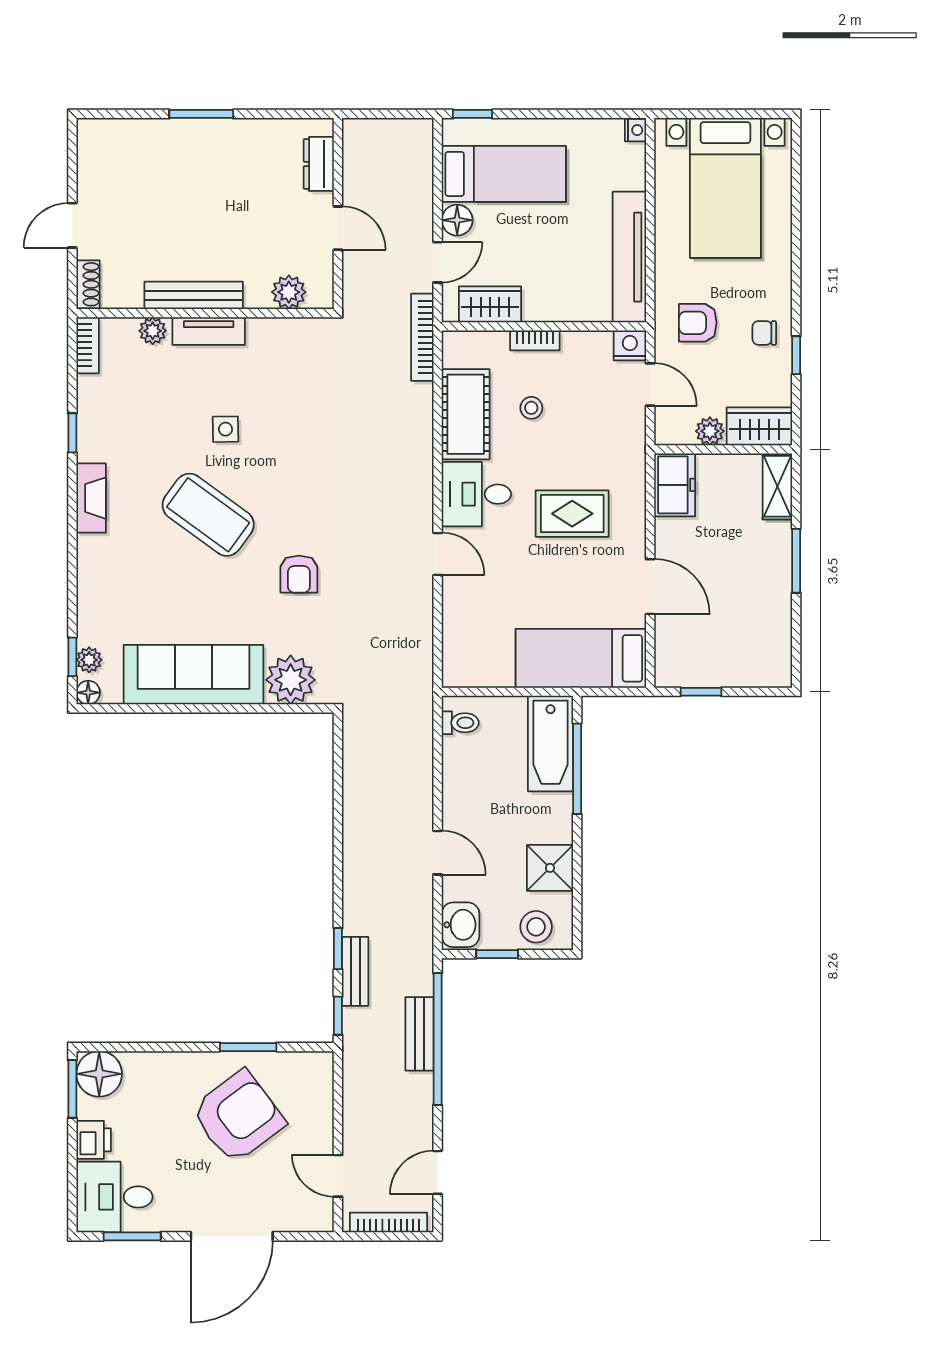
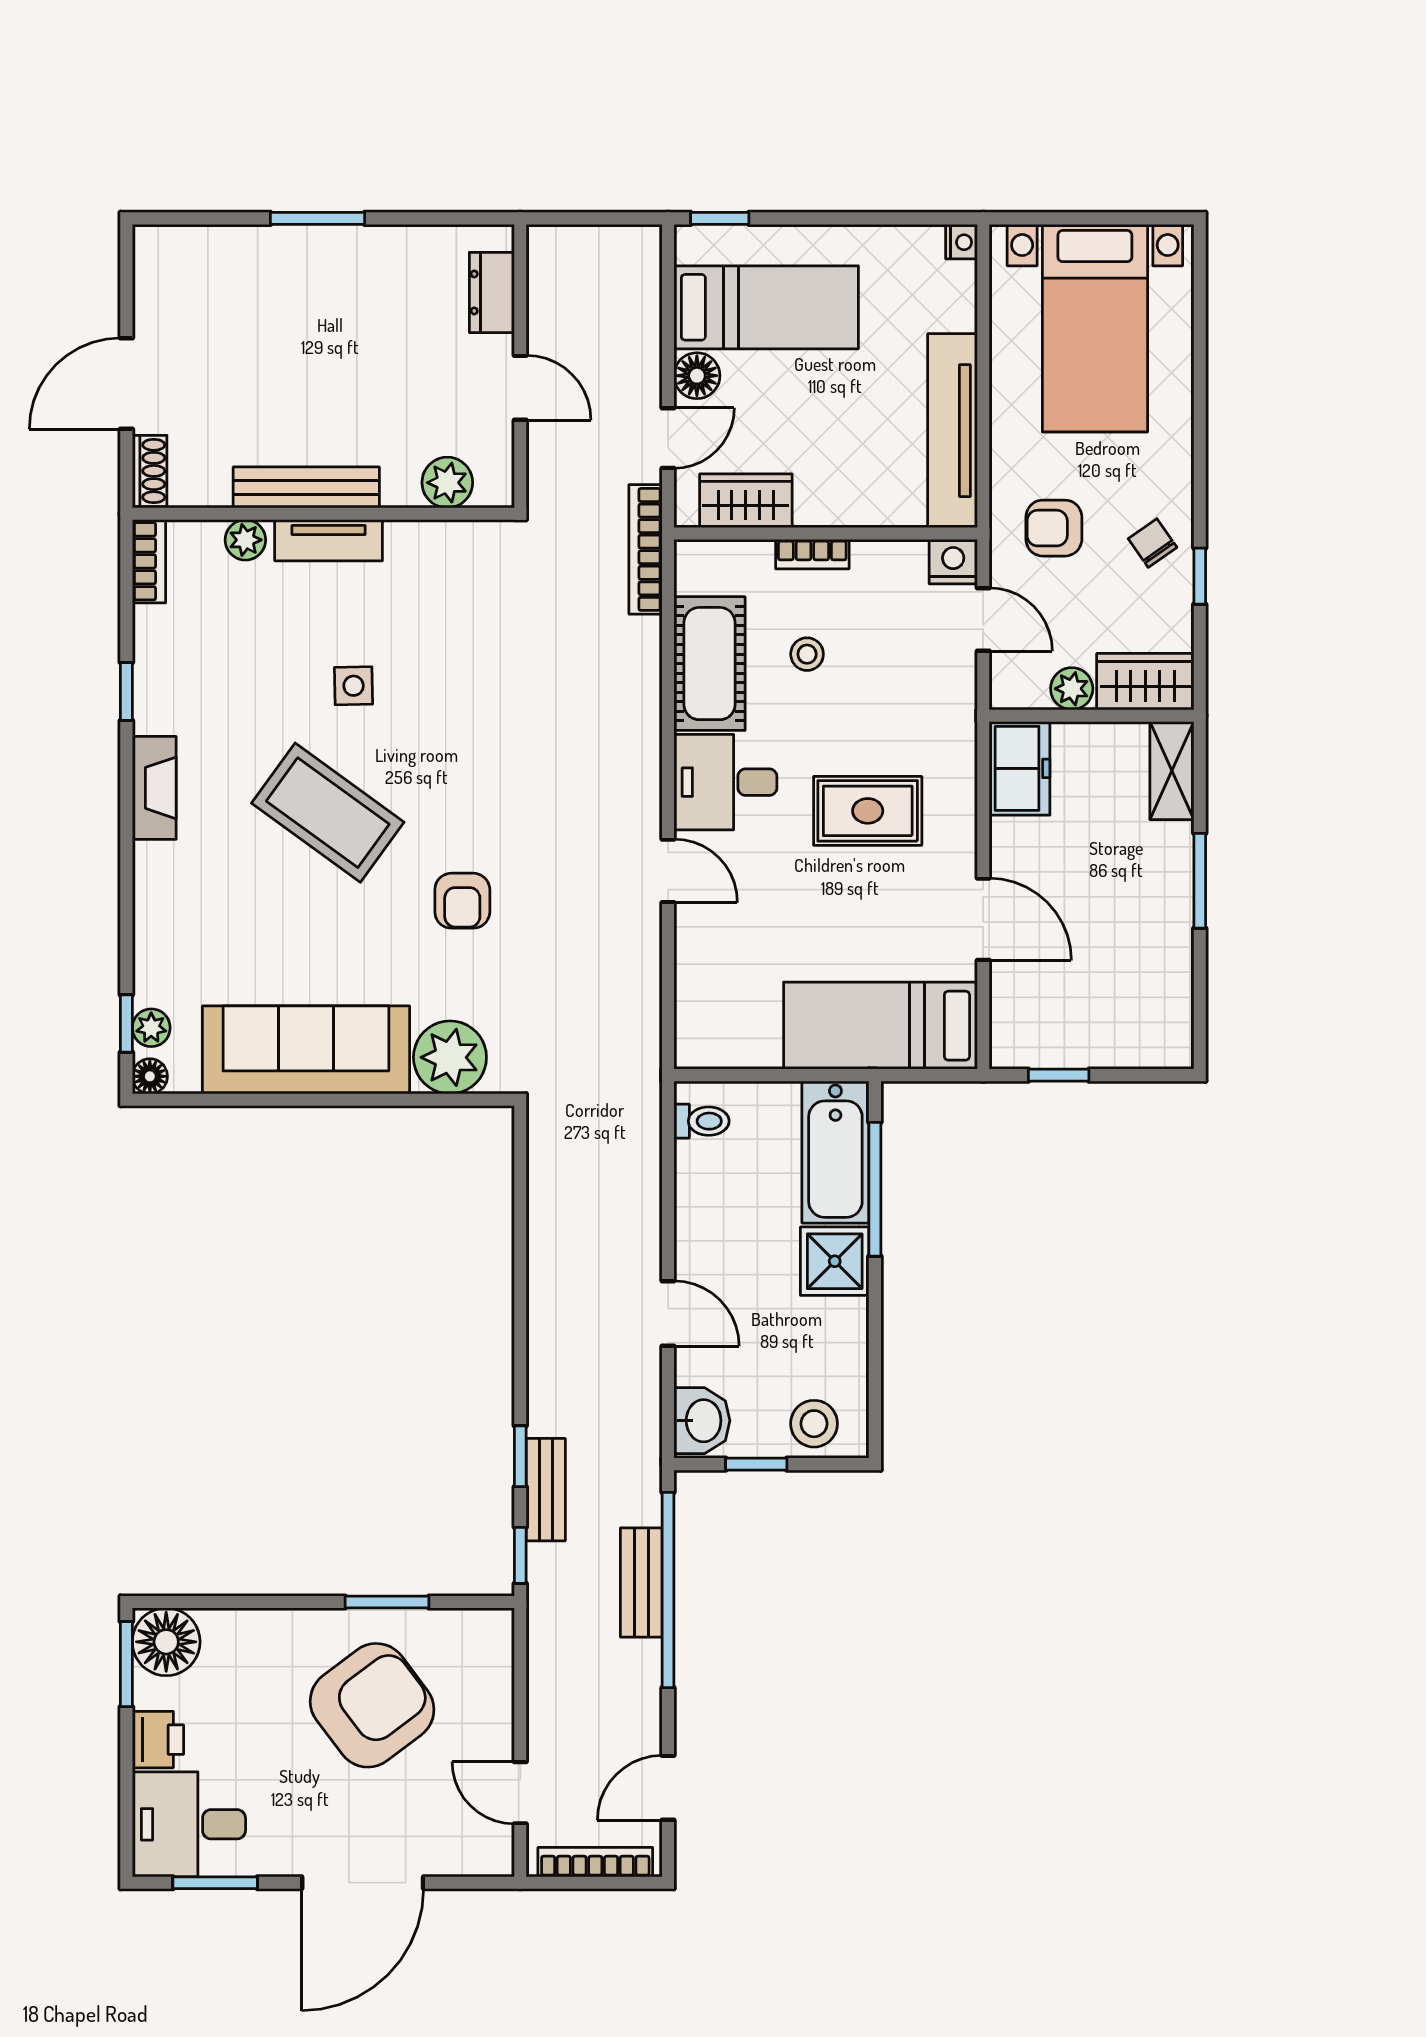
door: (72, 225) -> (126, 384), width x1.38
chair: (764, 333) -> (1153, 543), turned 55
shower: (550, 868) -> (835, 1261), moved

